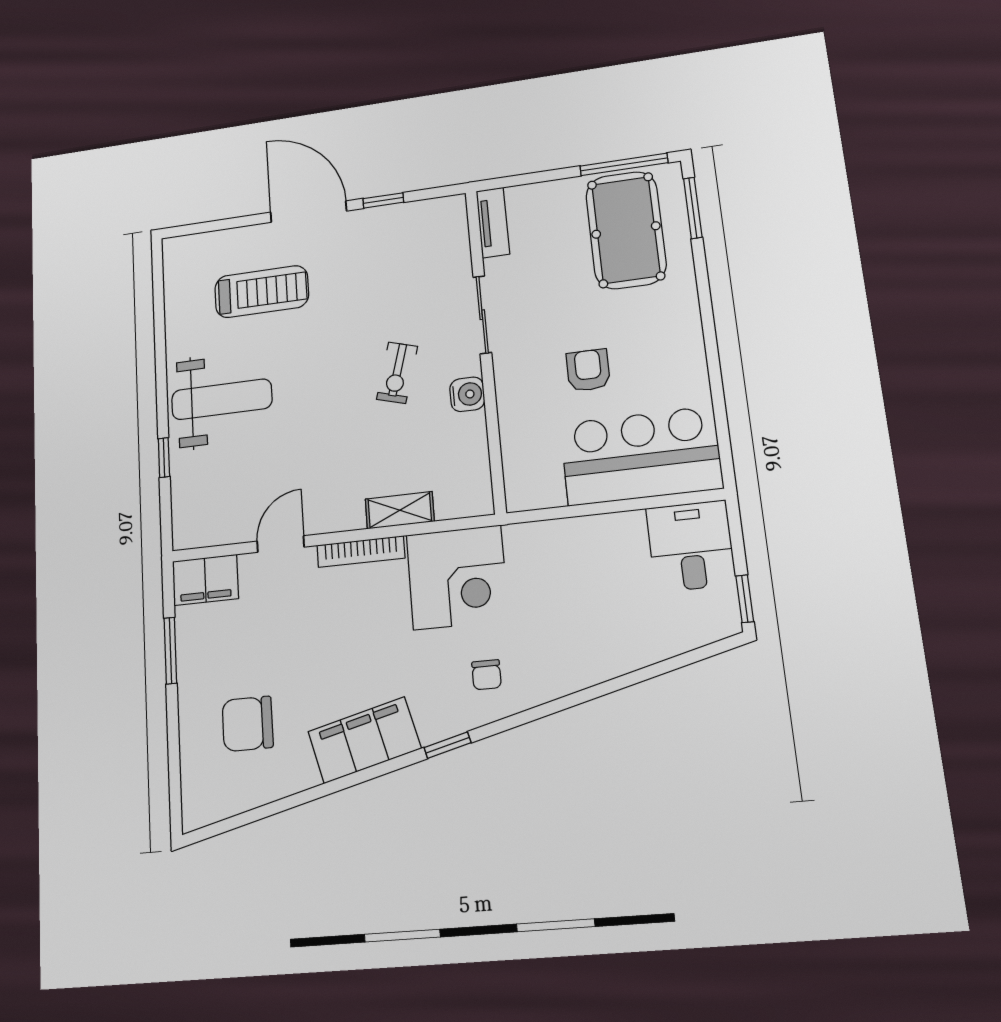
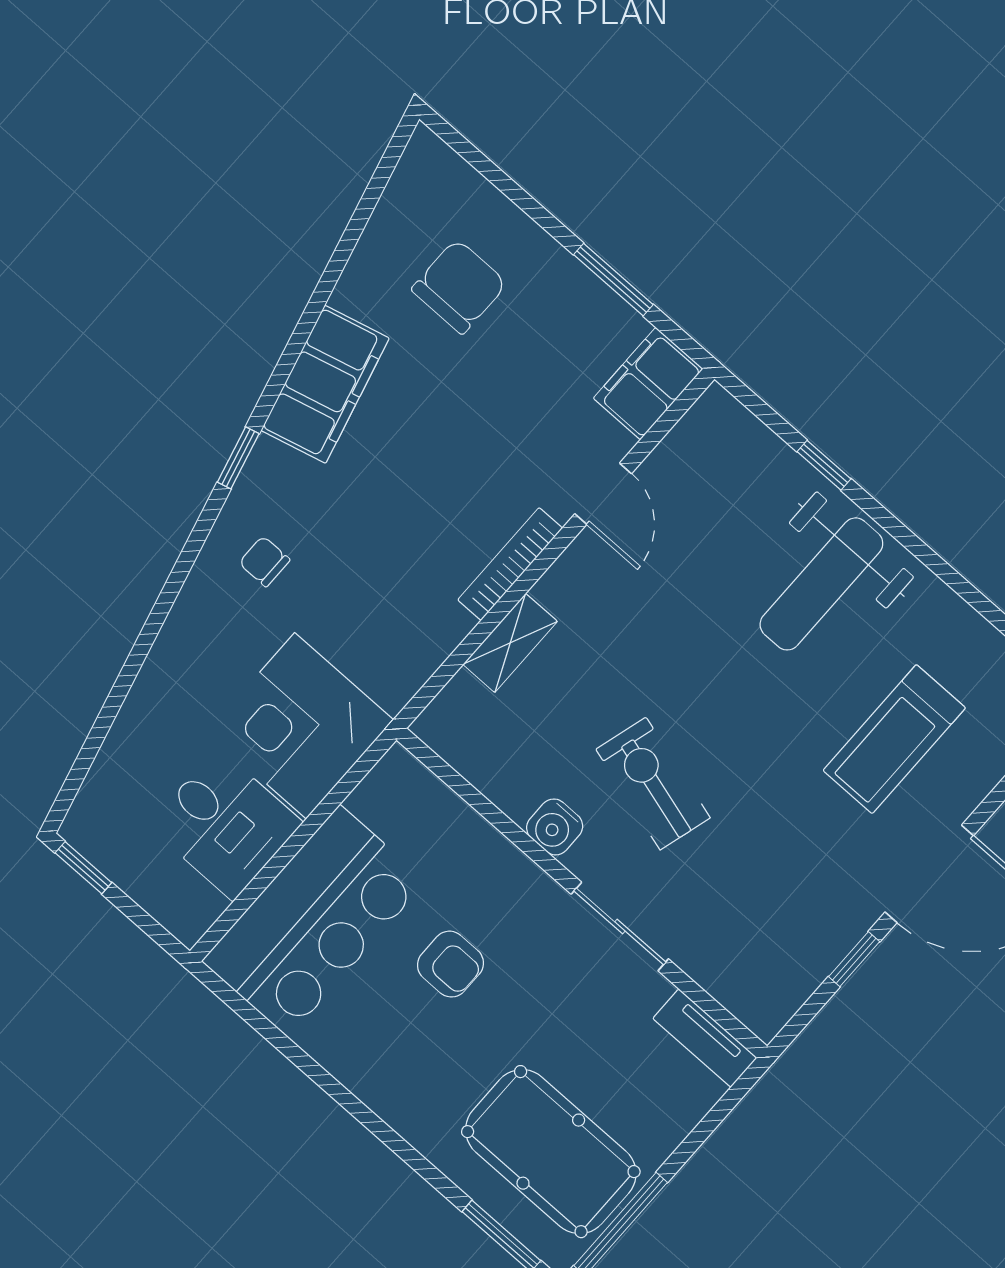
exercise bike: (397, 373) -> (653, 784), width x1.38, depth x1.39
desk: (691, 546) -> (225, 824), moved
corner desk: (457, 577) -> (300, 726), moved

